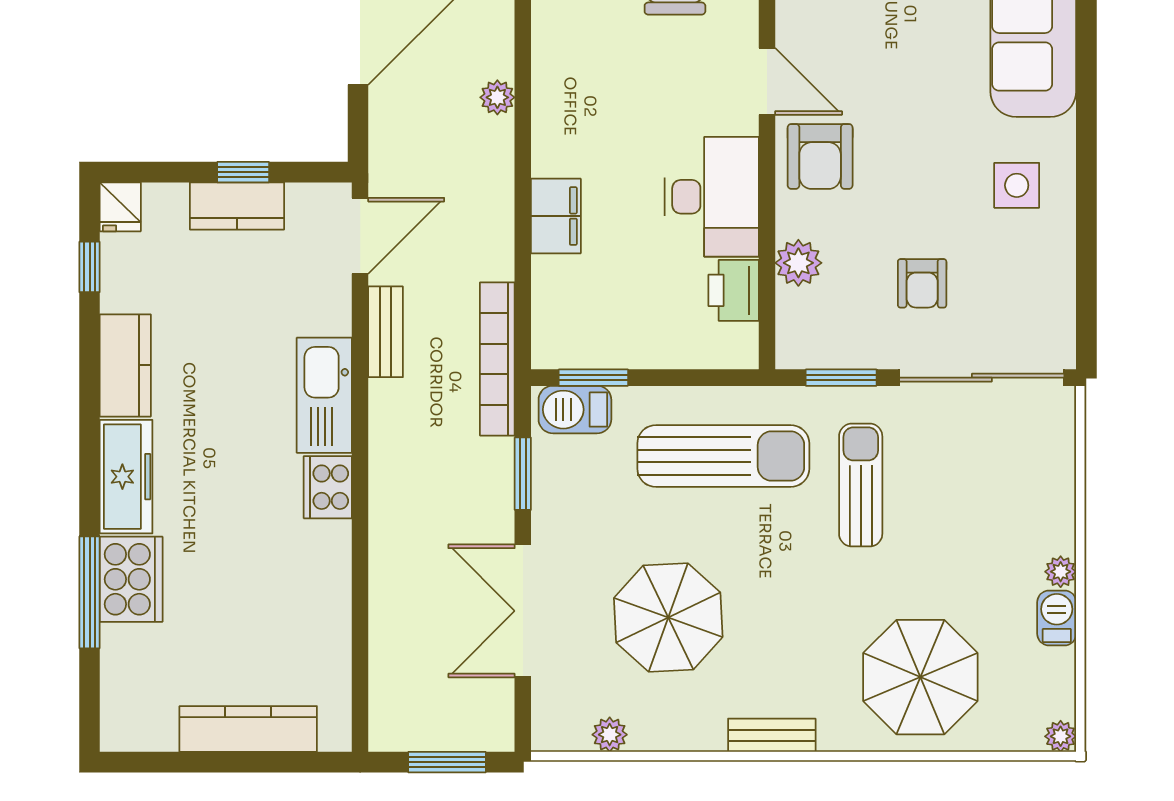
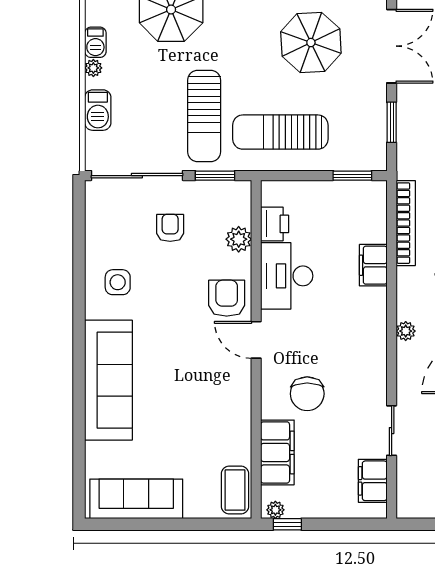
bookcase: (497, 359) -> (406, 223), moved
barbecue: (575, 410) -> (98, 110), moved, turned 90
sun lounger: (861, 485) -> (204, 116), width x1.36, depth x1.34

